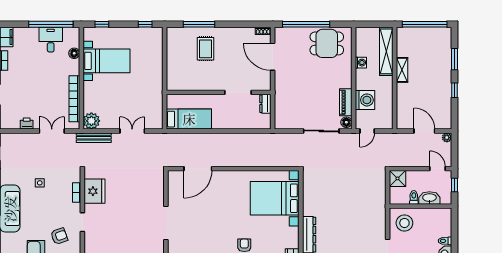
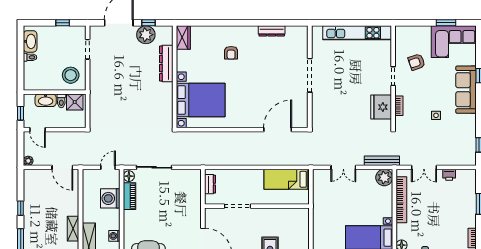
dresser: (265, 104) -> (210, 184), moved
door: (424, 131) -> (62, 167), moved
shower: (397, 178) -> (75, 102), moved

